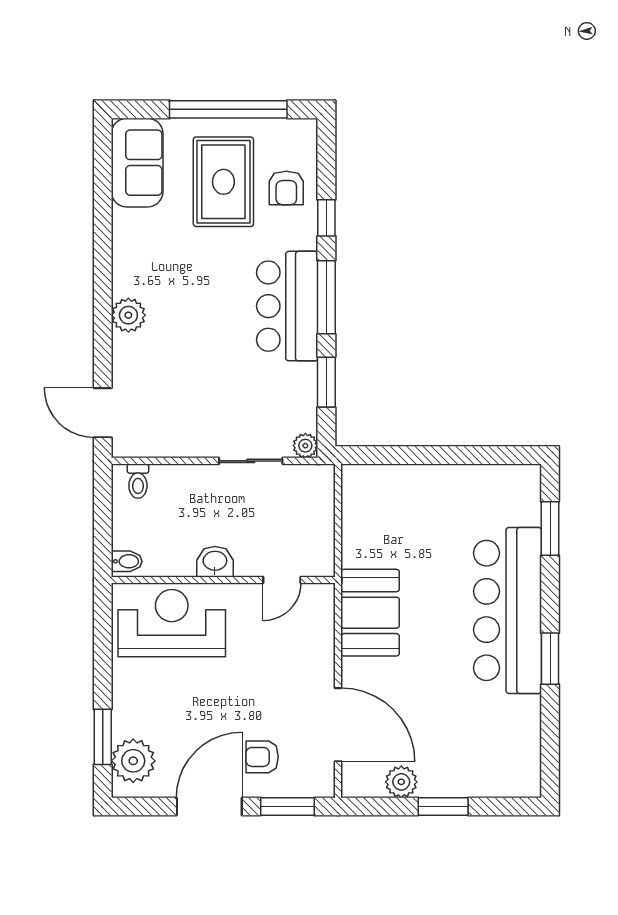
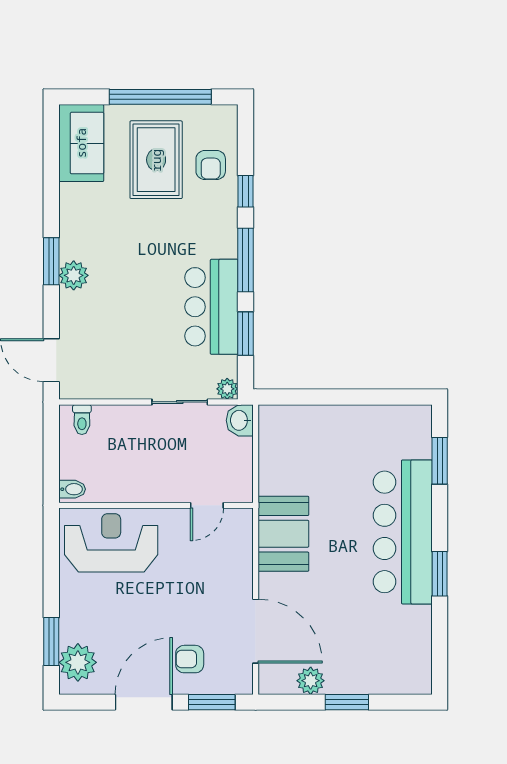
window: (103, 299) -> (51, 261), added
bar counter: (287, 306) -> (211, 307), moved
washbasin: (215, 562) -> (240, 420), moved, turned -90

